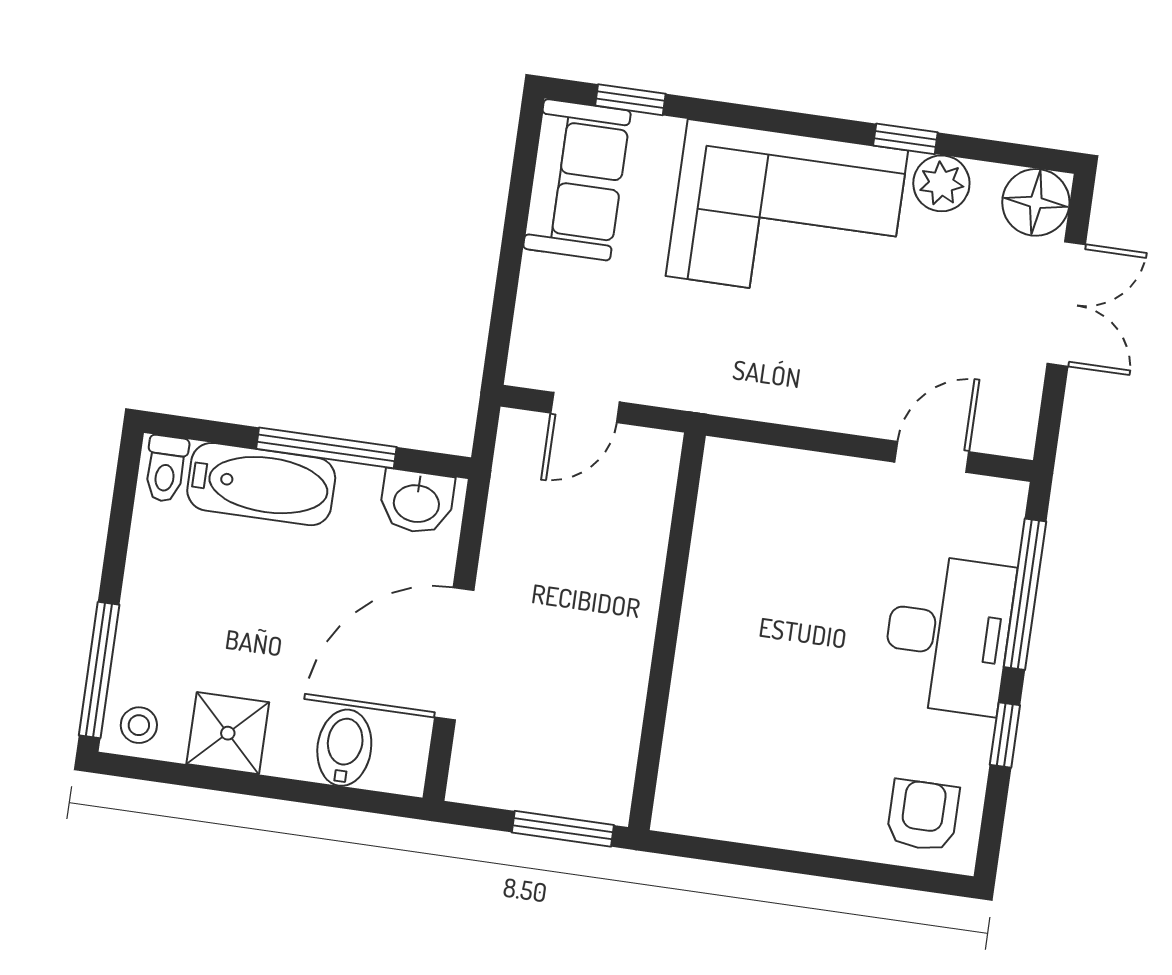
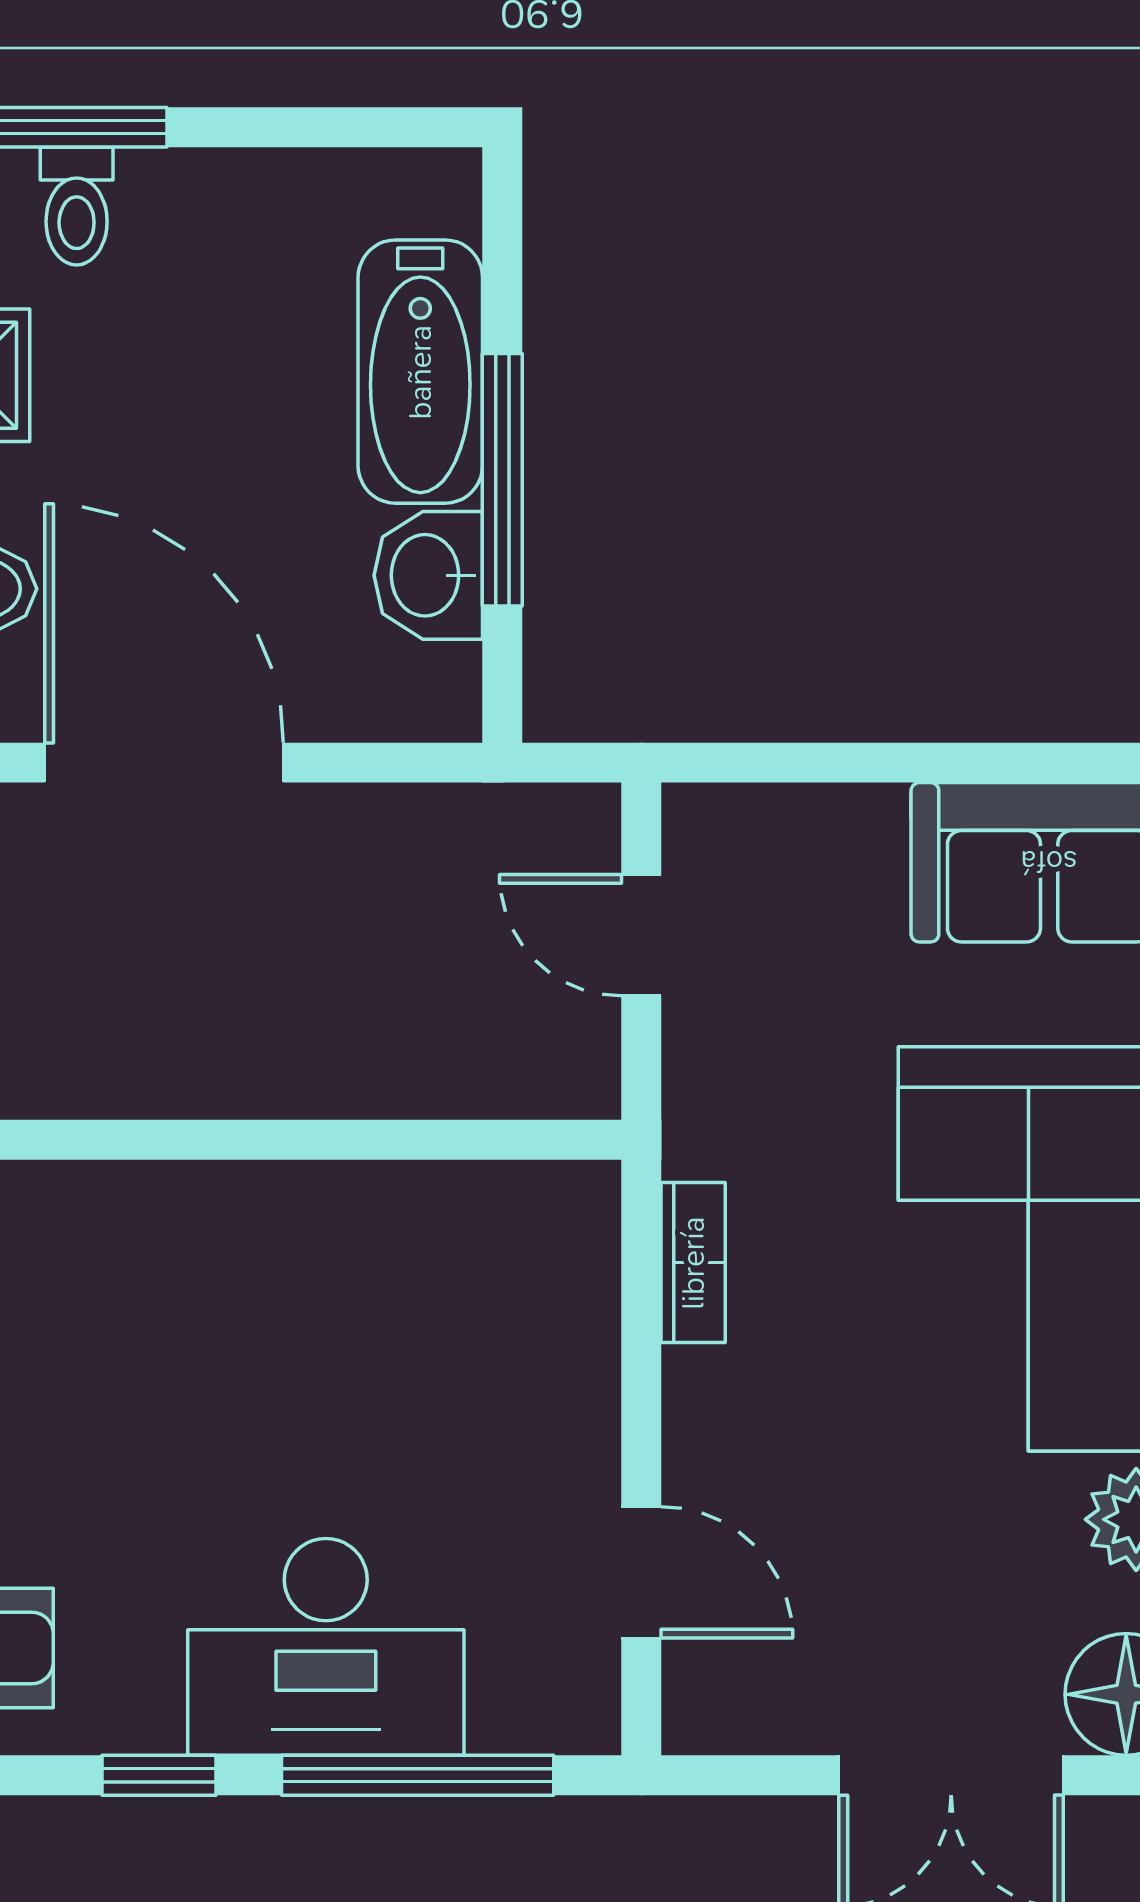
bookcase: (767, 405) -> (693, 1263), added
toilet: (166, 469) -> (77, 206), moved, turned -90
washbasin: (417, 502) -> (428, 575), moved

